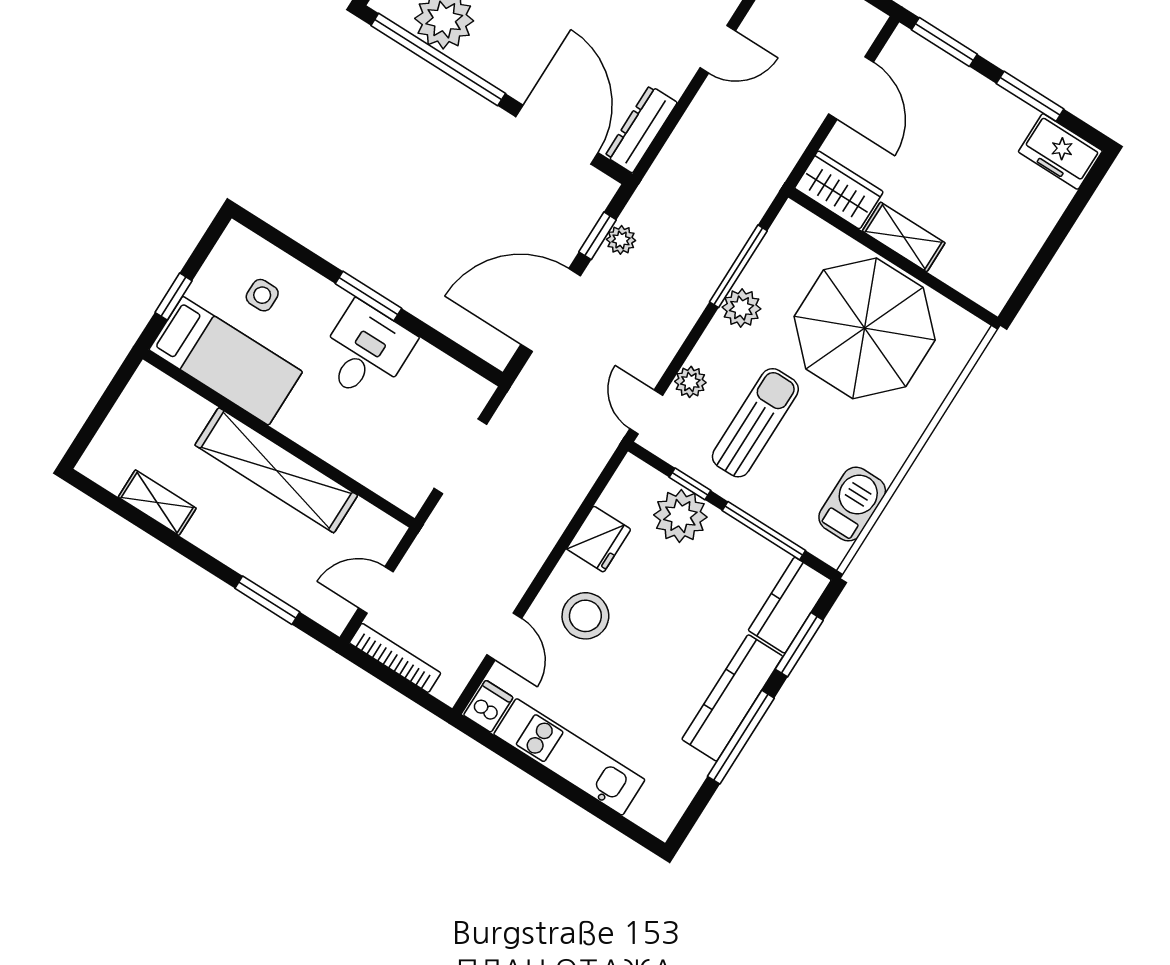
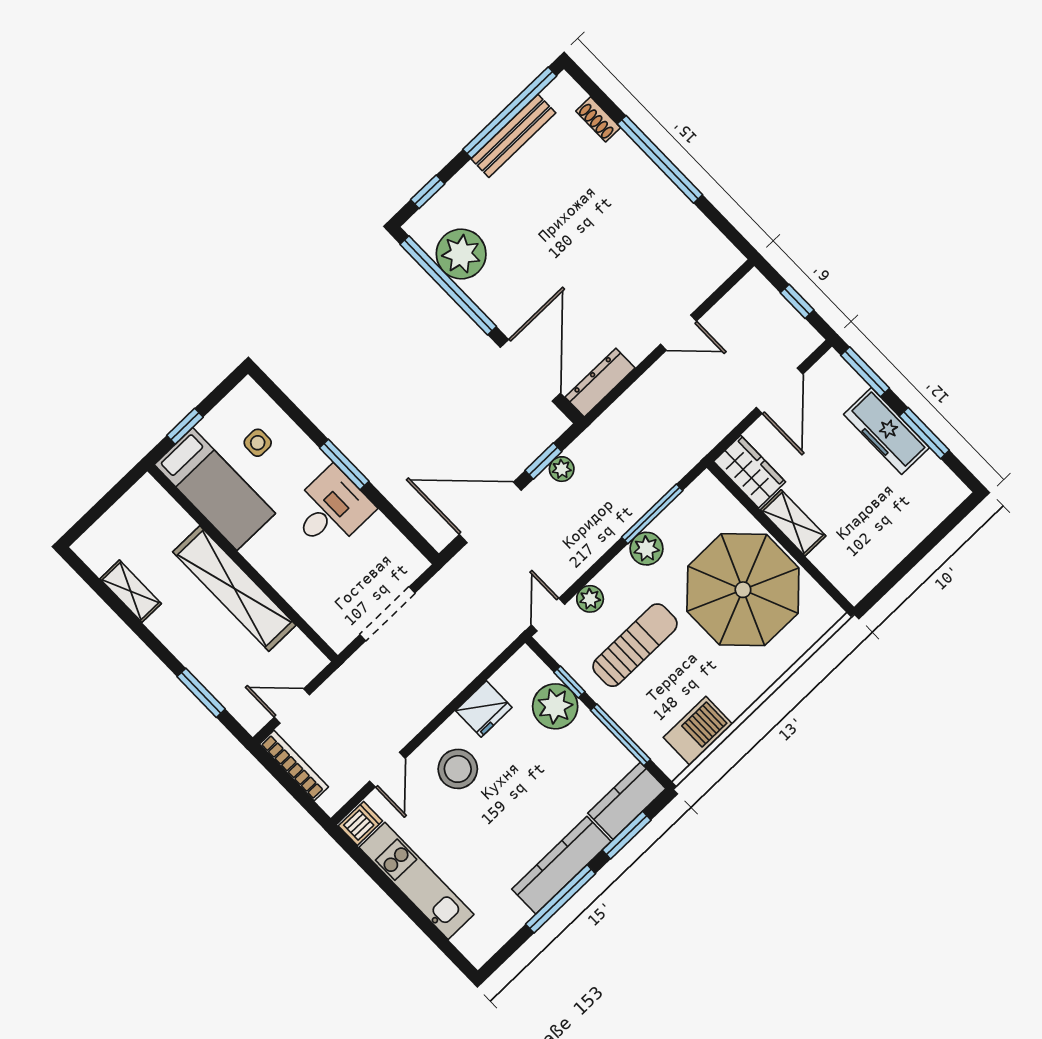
freezer: (1060, 151) -> (886, 431), moved, width x1.40

